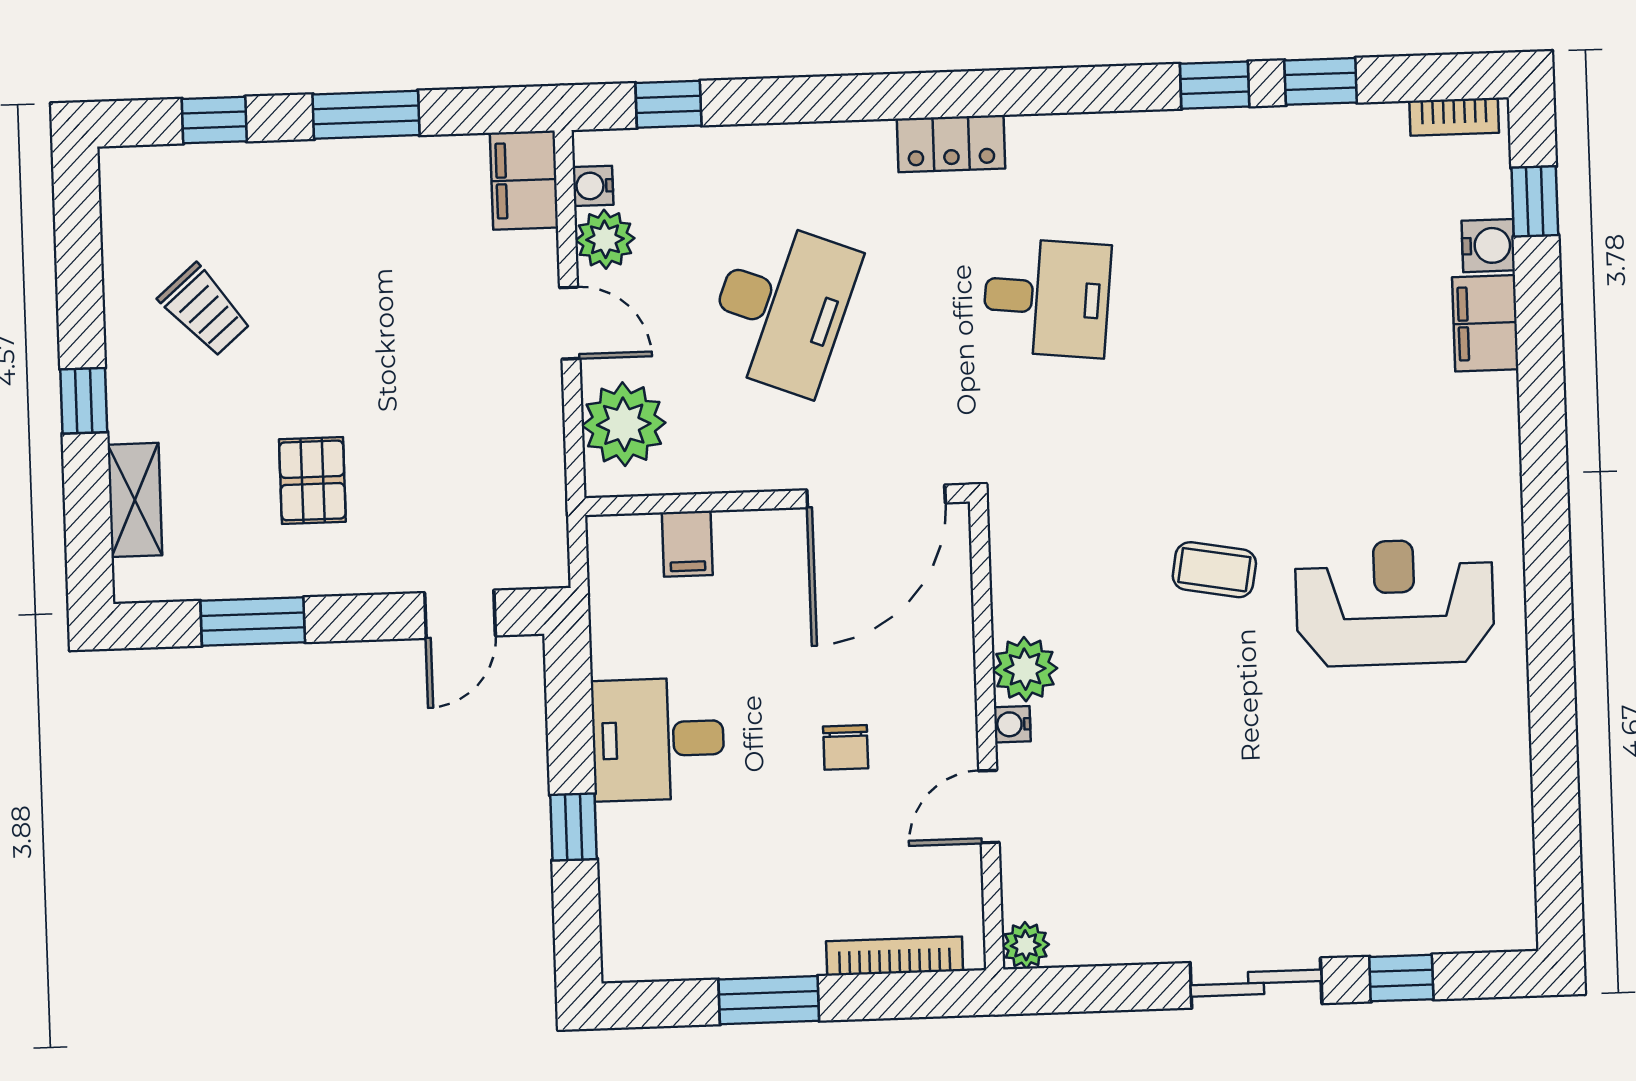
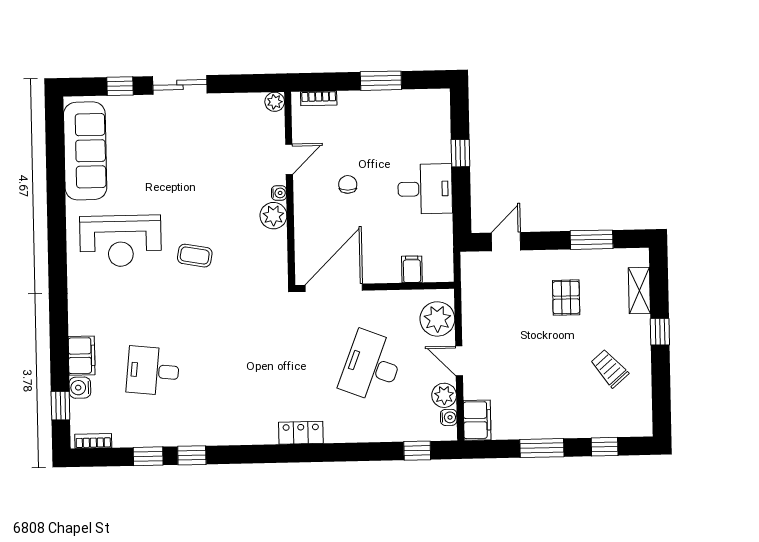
desk: (1047, 298) -> (153, 371), moved
sofa: (1484, 820) -> (85, 151), added
bookcase: (895, 956) -> (319, 98), width x0.64

